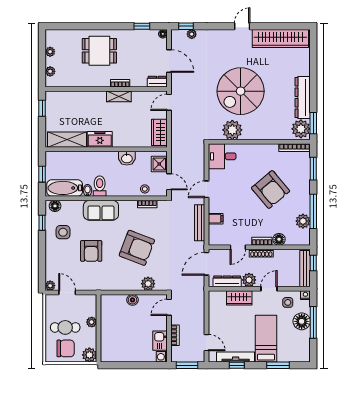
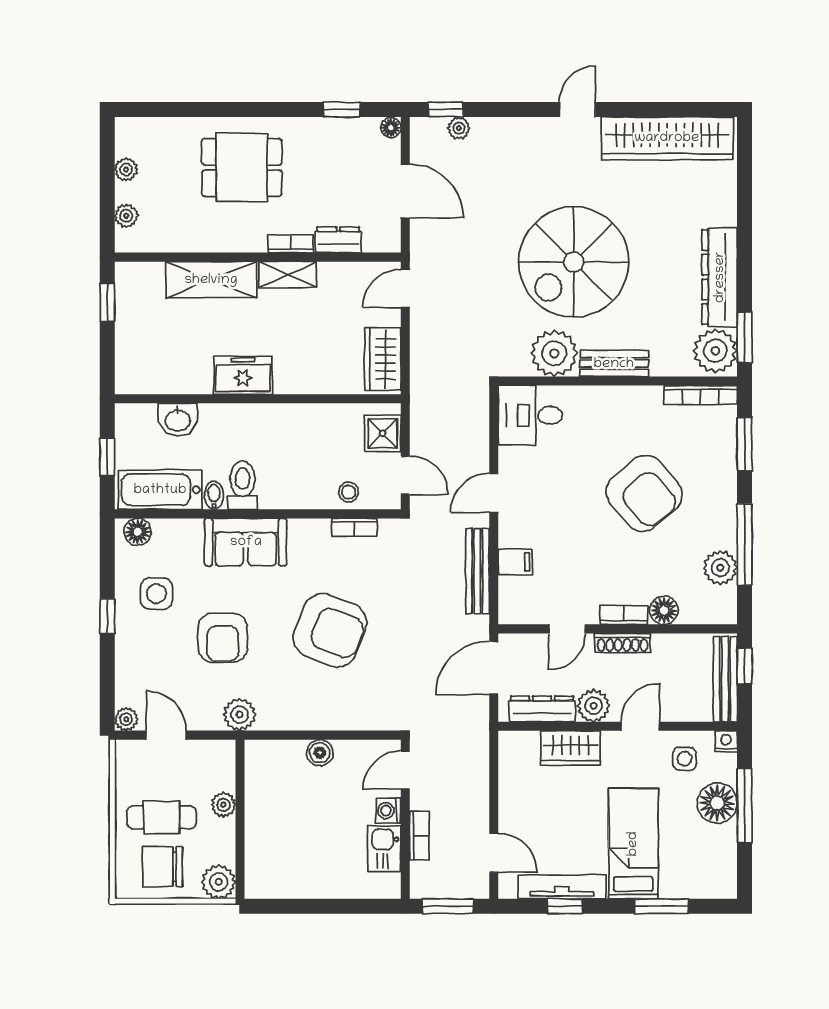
dresser: (157, 82) -> (338, 240), moved
bench: (258, 134) -> (614, 364), added
shelving: (67, 140) -> (211, 280), moved
washbasin: (127, 158) -> (178, 420), moved
window: (42, 223) -> (107, 616), moved
plant: (148, 284) -> (240, 715), moved
chair: (66, 348) -> (163, 867), turned 180
washing machine: (162, 357) -> (388, 811), moved

